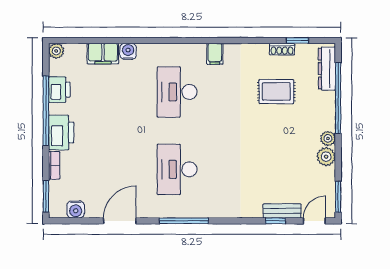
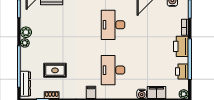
desk: (177, 92) -> (113, 70), turned 180
desk: (177, 169) -> (113, 25), turned 180

